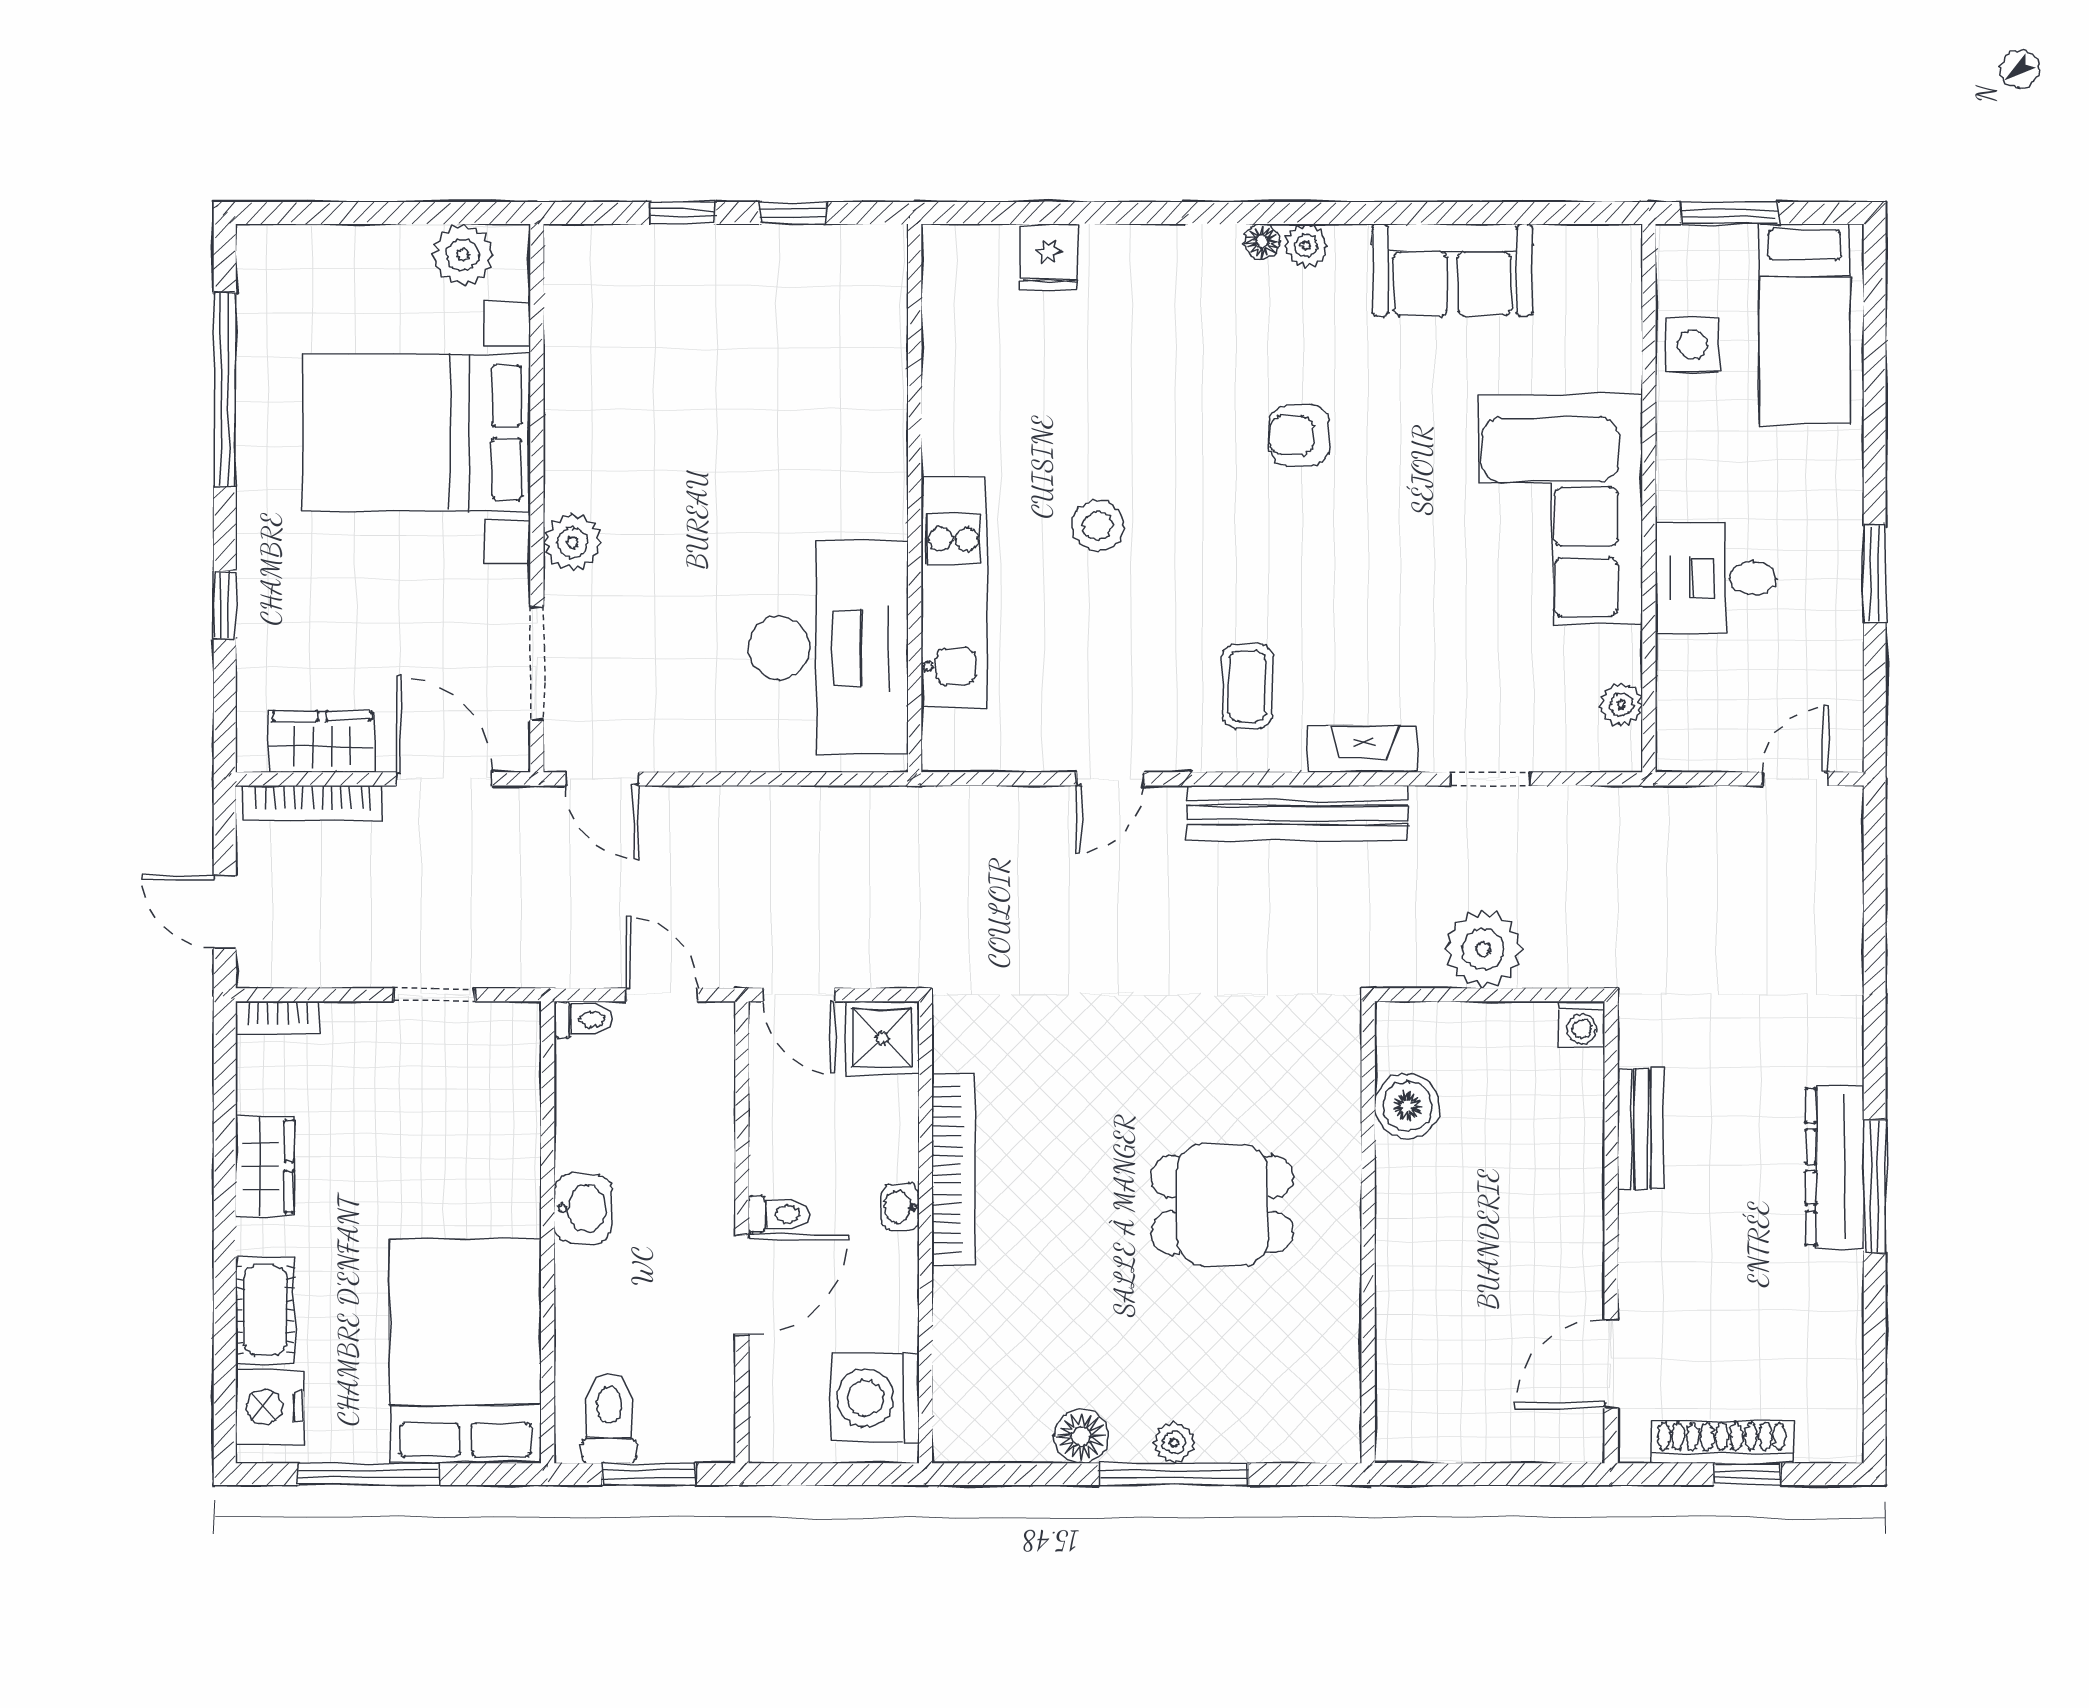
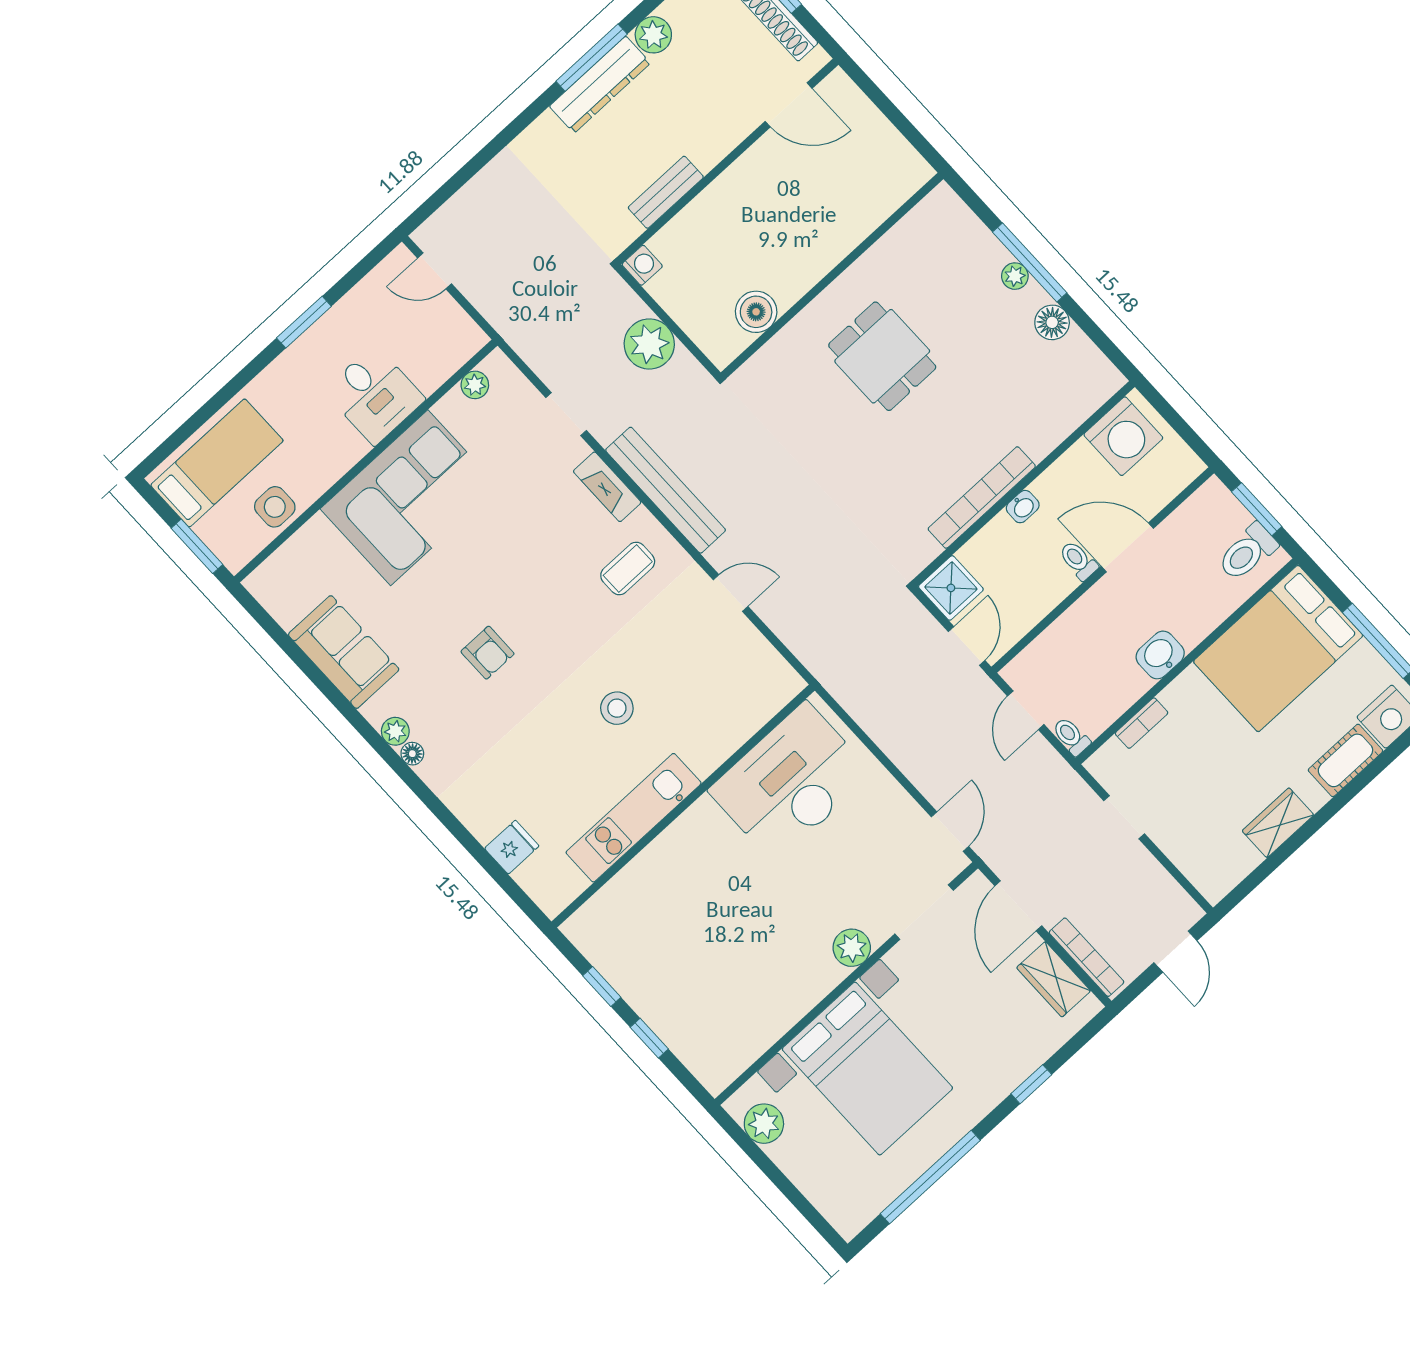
kitchen unit: (954, 592) -> (634, 818), moved
bookcase: (278, 1018) -> (1142, 723), moved, turned 90
plant: (1835, 1281) -> (653, 35), added

